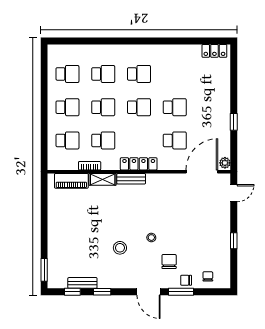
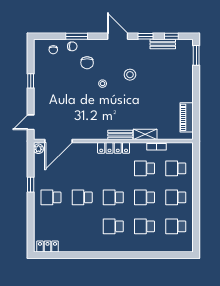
school desk: (175, 140) -> (51, 197), moved
piano: (71, 181) -> (187, 117), moved, turned -90
door: (149, 292) -> (118, 36), moved

